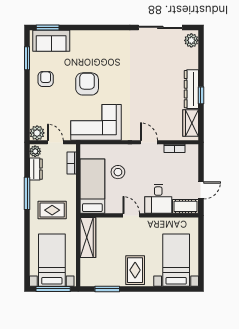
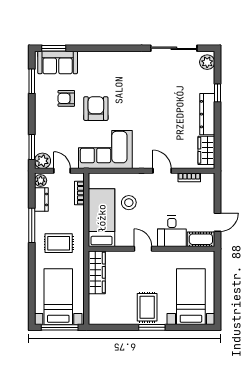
armchair: (46, 79) -> (66, 98), moved, turned -90
window: (201, 95) -> (217, 93), moved
window: (27, 120) -> (32, 147), added
window: (107, 289) -> (152, 327), moved

